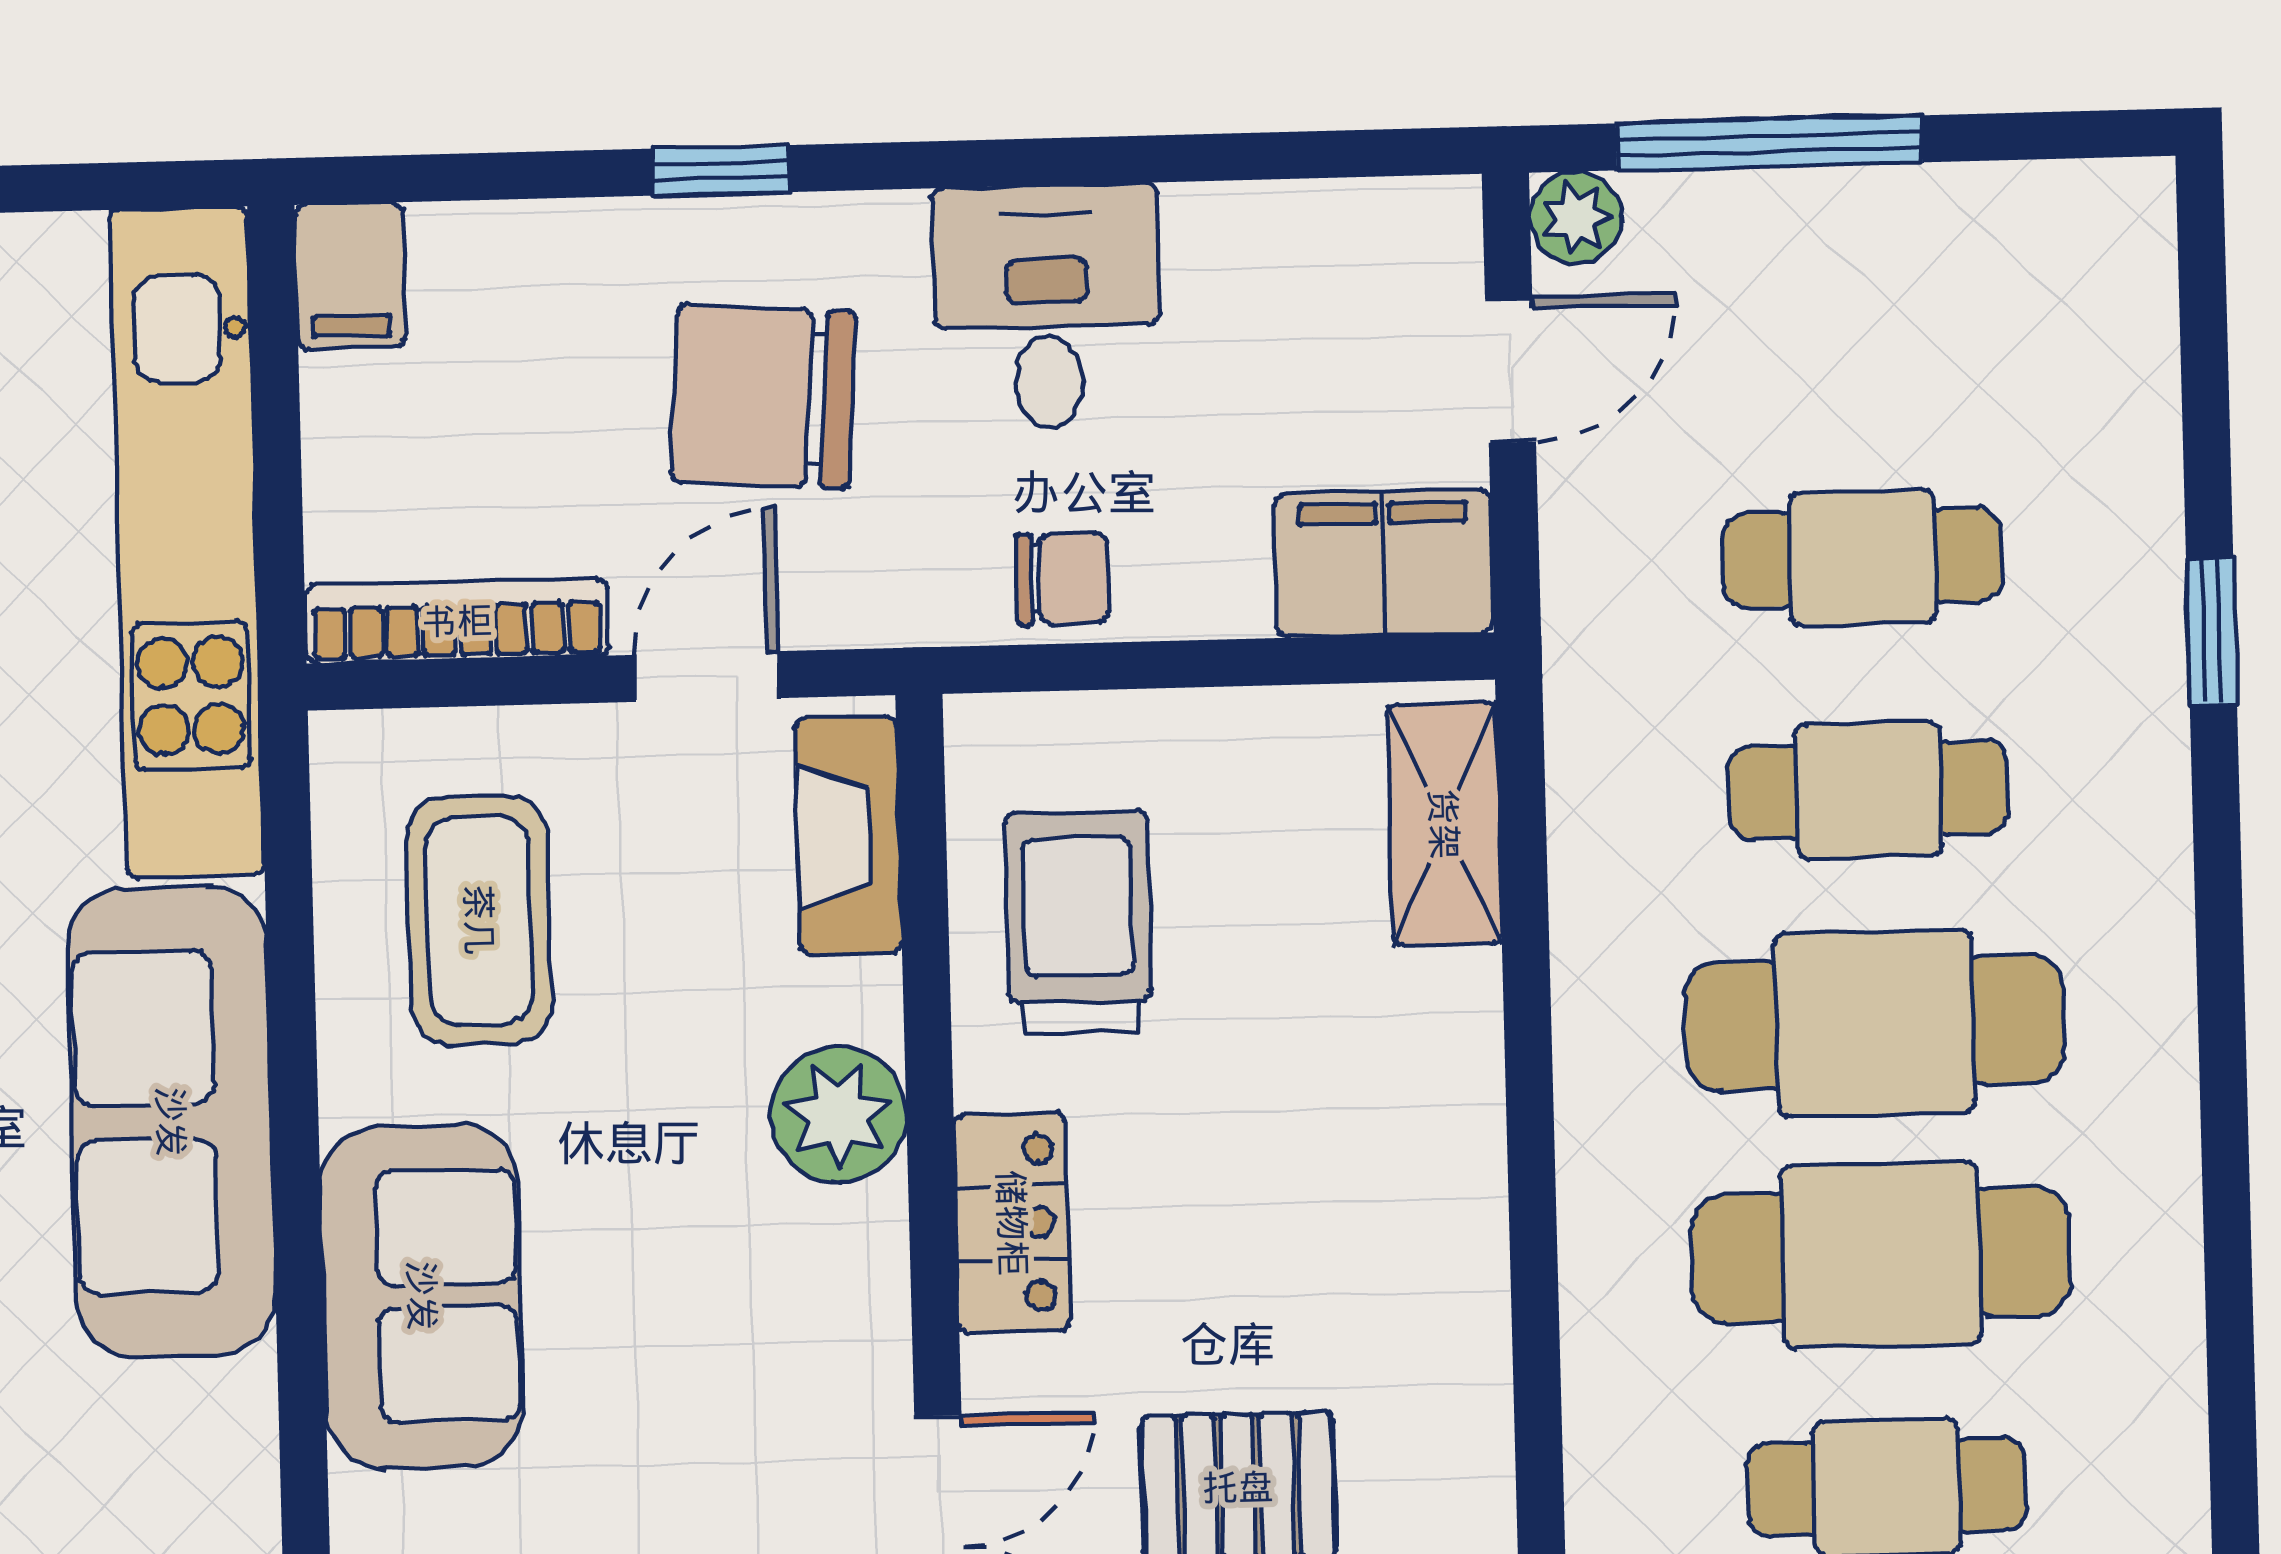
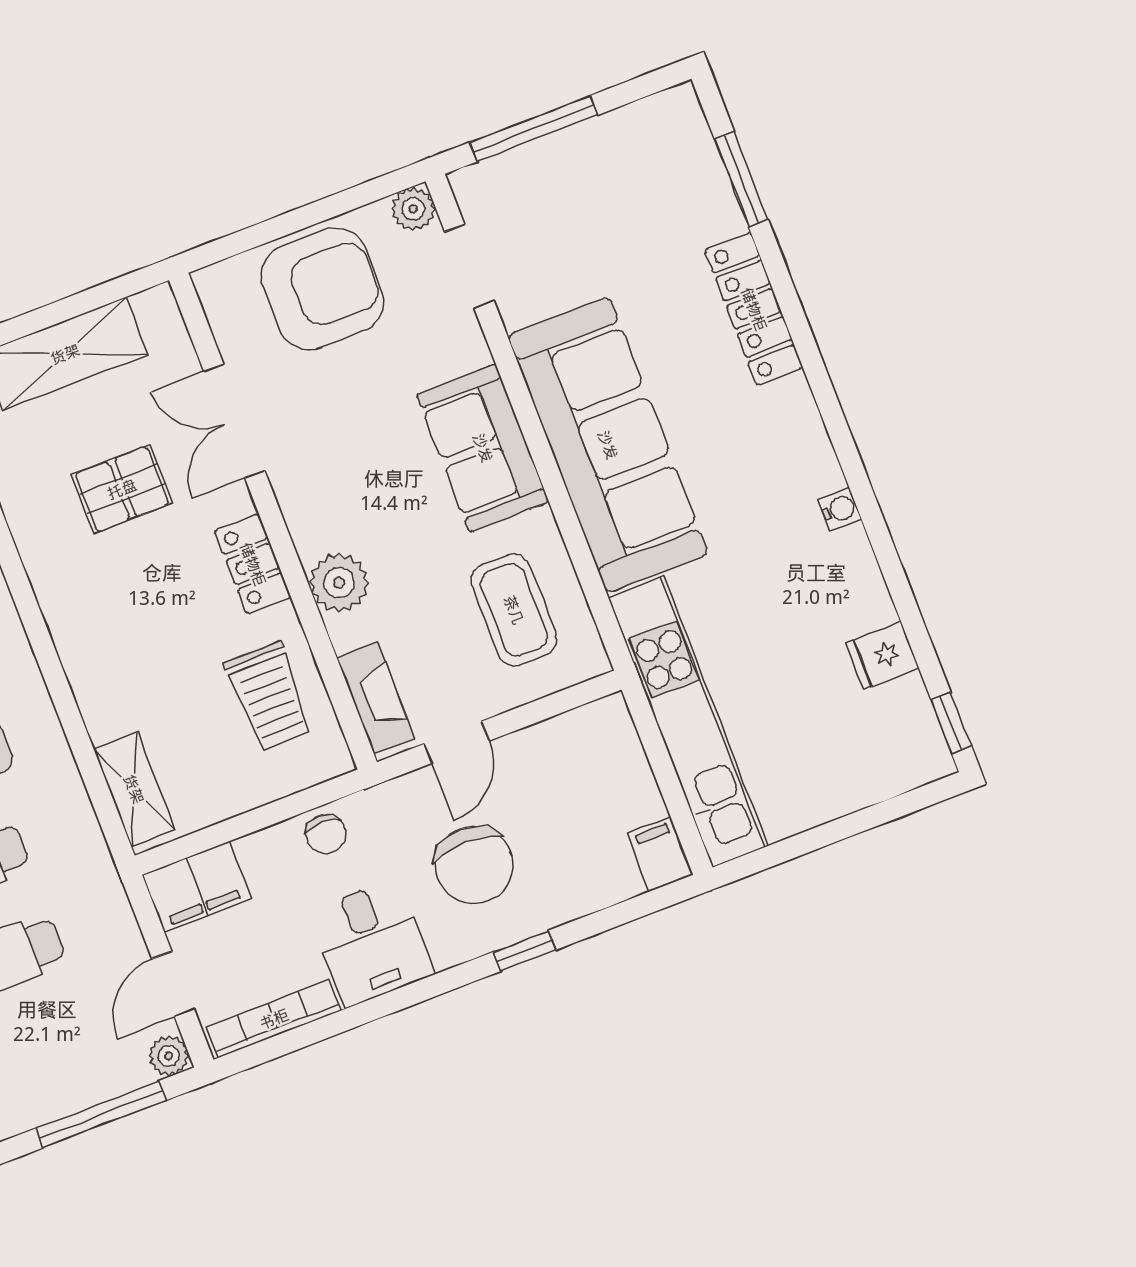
chair: (763, 396) -> (474, 865), turned 86
chair: (1062, 578) -> (326, 834), turned -90
bookcase: (457, 621) -> (274, 1019), moved, turned 180
sofa: (171, 1122) -> (608, 445), width x1.36, depth x1.27

